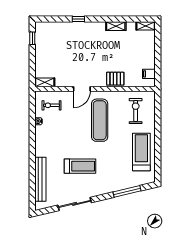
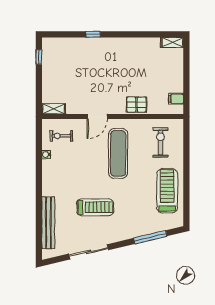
shelving: (116, 26) -> (137, 43), removed

